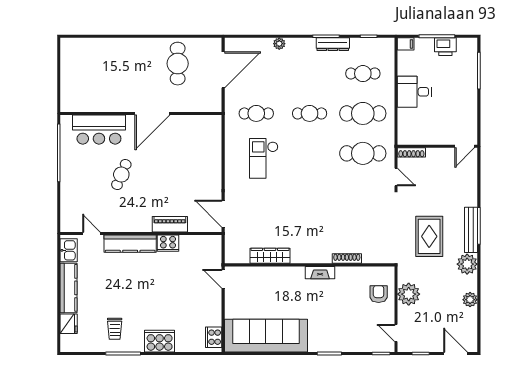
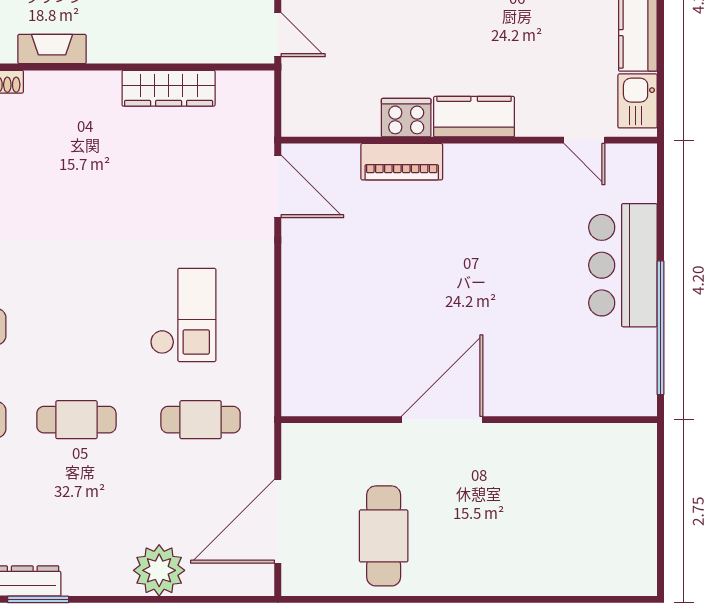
plant: (279, 44) -> (159, 570), width x1.87, depth x1.87
bar counter: (99, 130) -> (623, 265), moved, turned -90
cafe table: (121, 175) -> (515, 277), removed
kitchen counter: (130, 244) -> (474, 117), width x0.67

